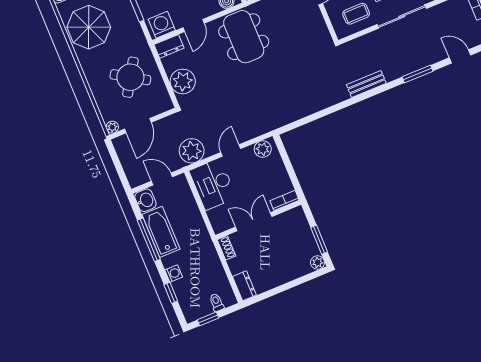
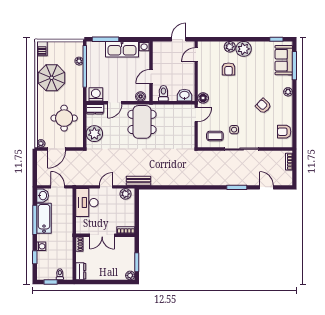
round table: (130, 77) -> (64, 118), turned -32
bench: (366, 84) -> (138, 181), moved
plant: (192, 151) -> (82, 177), removed
double door: (254, 222) -> (102, 235), swing flipped

